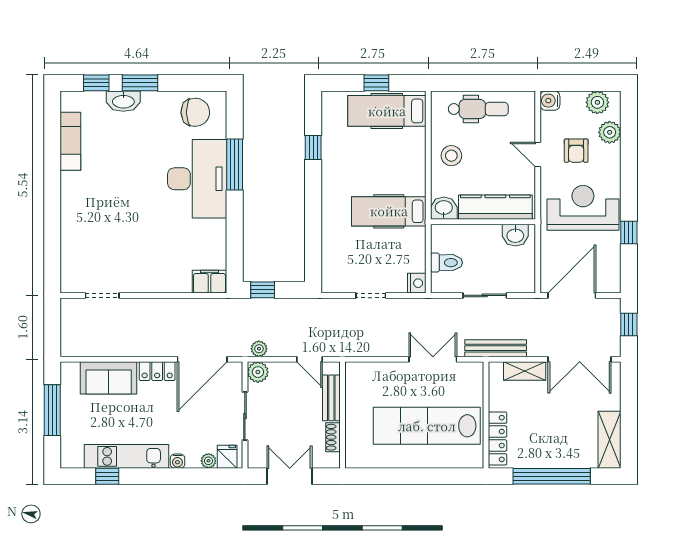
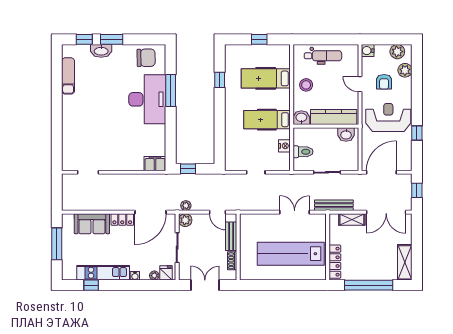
hospital bed: (387, 111) -> (266, 78), moved
nightstand: (417, 283) -> (284, 146), moved

